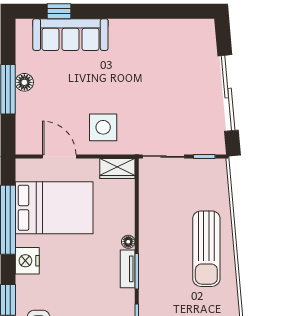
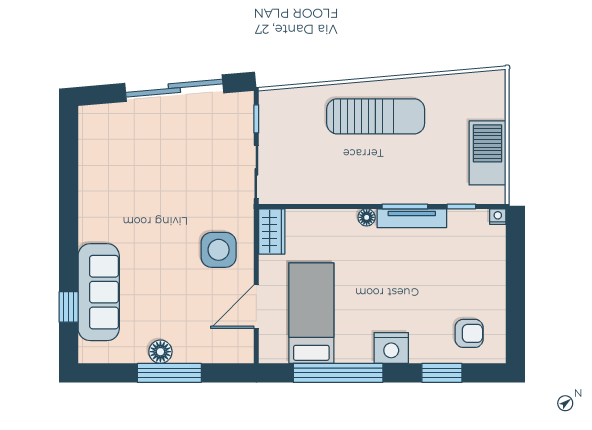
bed: (54, 208) -> (311, 313), width x0.67
tv unit: (128, 269) -> (412, 218), width x1.41

